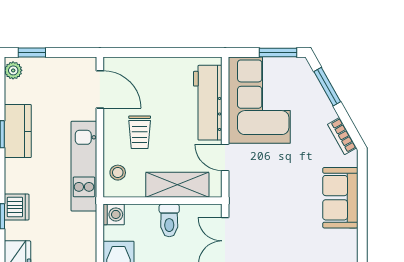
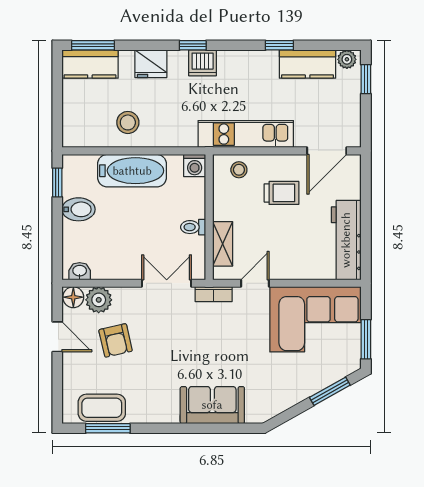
workbench: (208, 103) -> (346, 240), moved, turned -90
kitchen counter: (18, 131) -> (308, 64), moved
trolley: (140, 132) -> (282, 193), turned 180
bookcase: (342, 136) -> (214, 294), moved, turned -151
shelving: (177, 185) -> (223, 244), width x0.67, depth x0.75
toilet: (169, 220) -> (193, 227), width x0.73, depth x0.72

